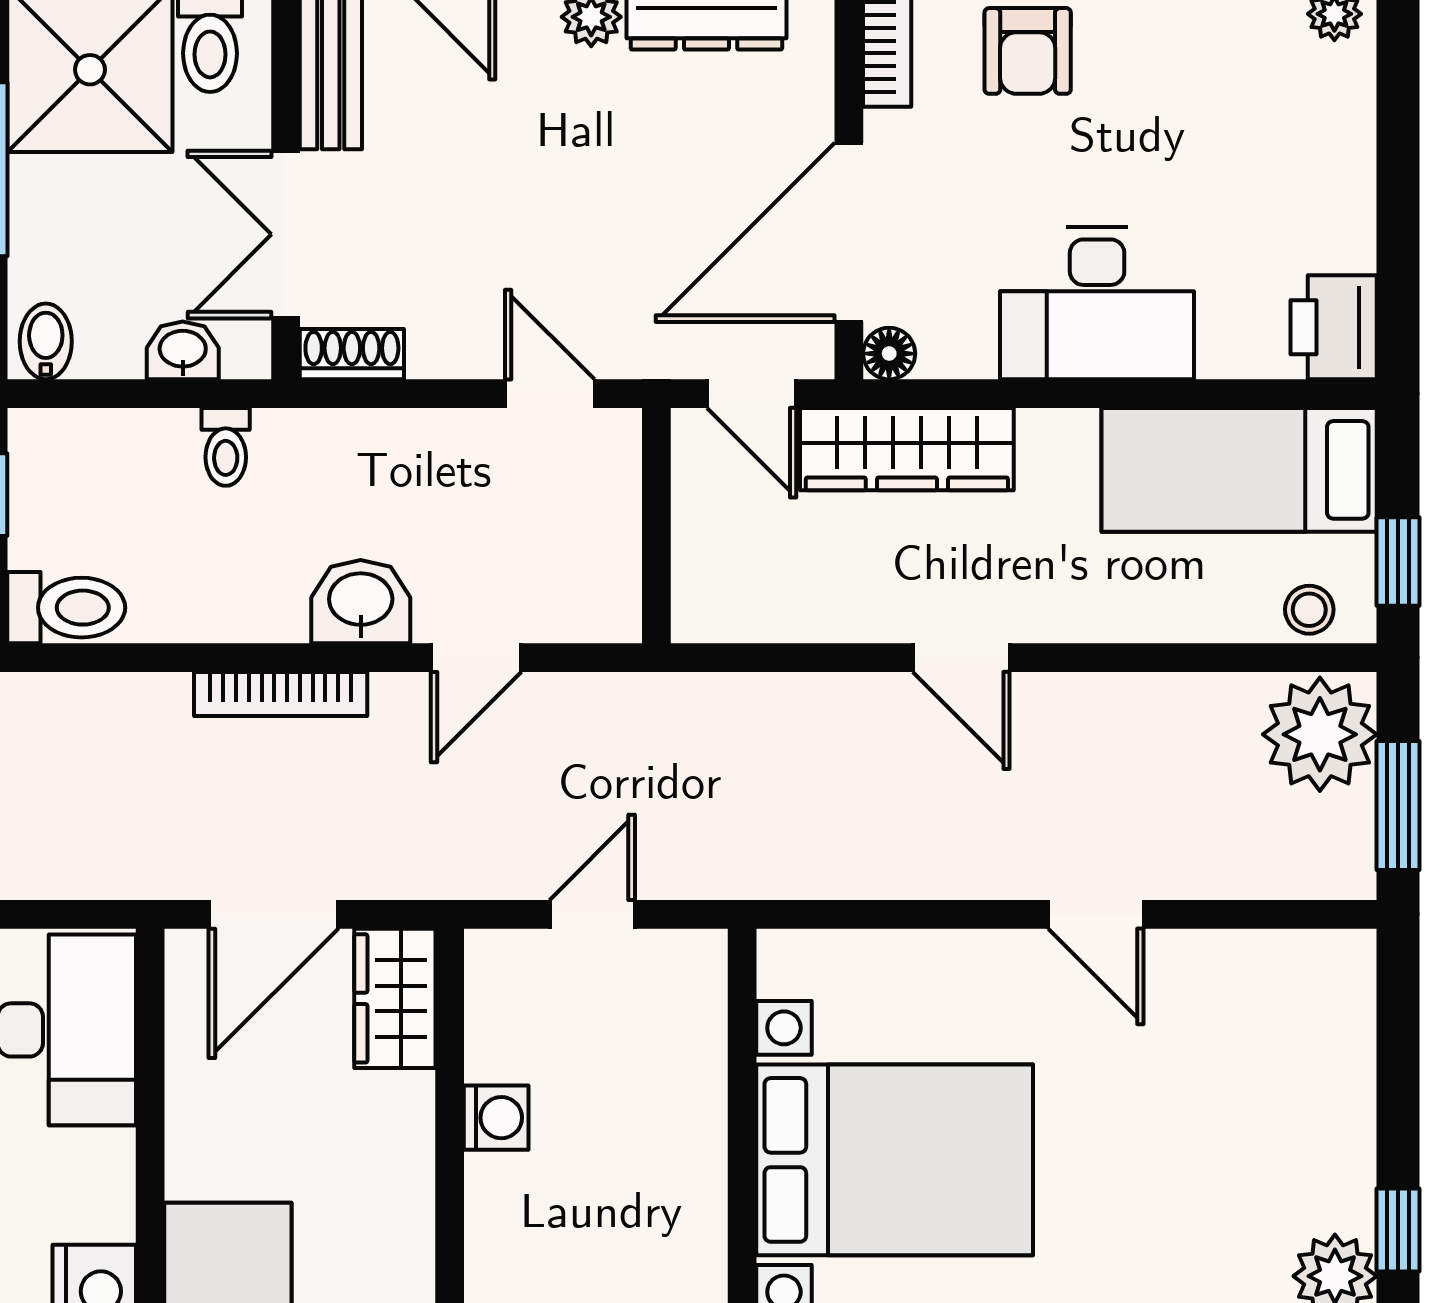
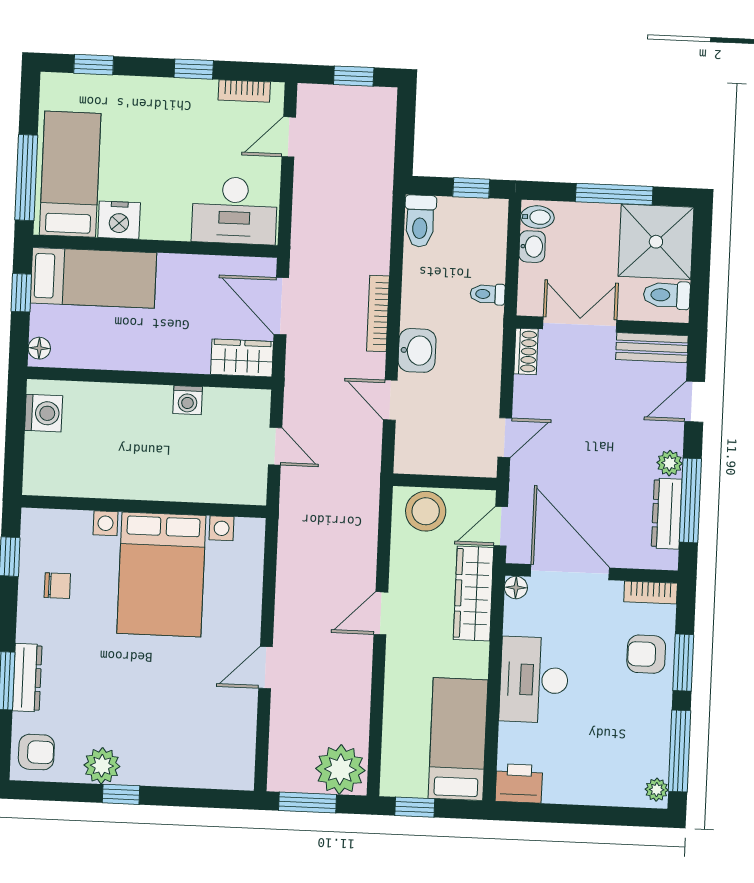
washbasin: (183, 350) -> (532, 247), moved
stool: (1309, 610) -> (426, 511), moved, width x1.89, depth x1.89

